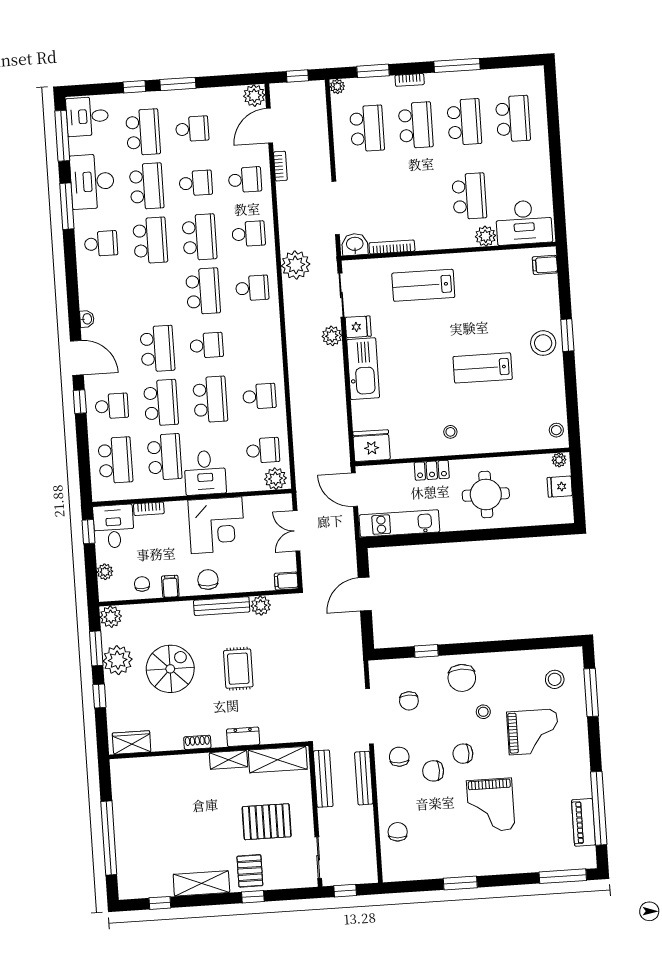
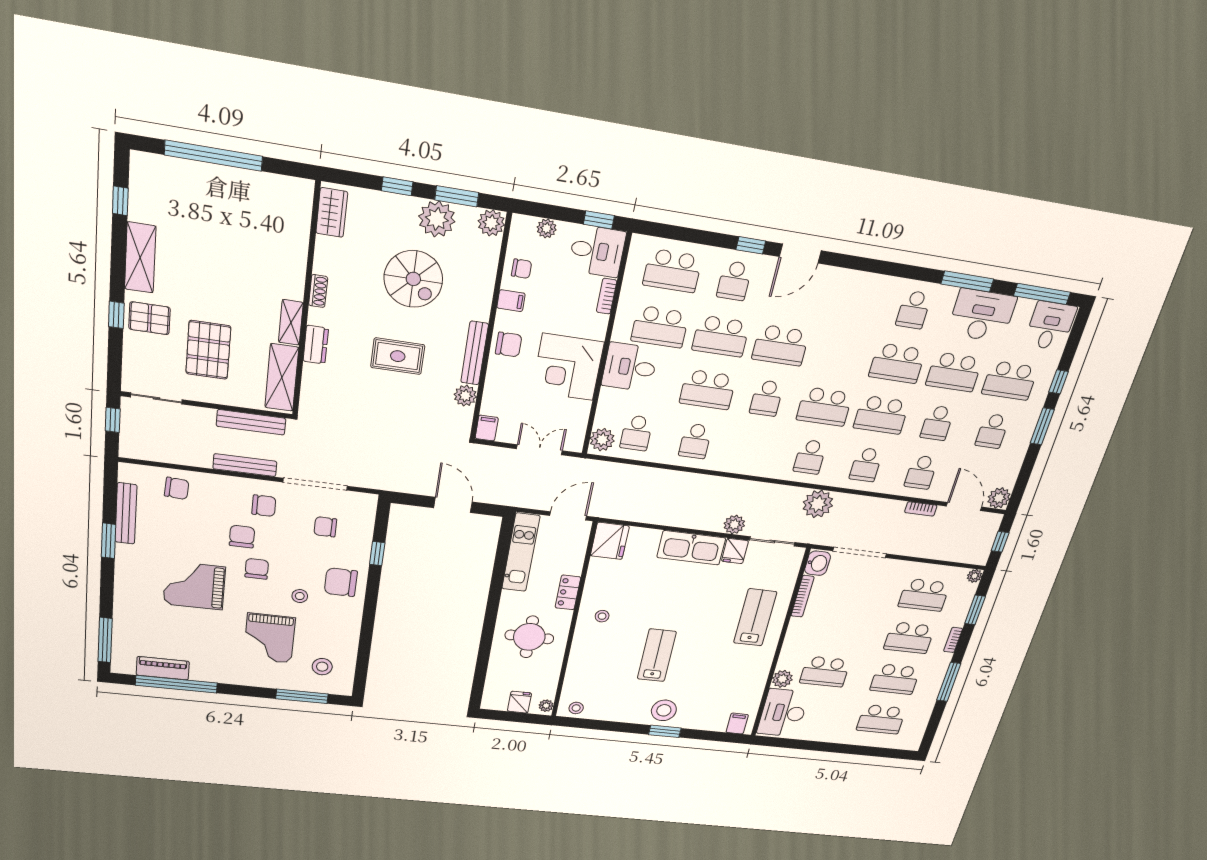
washbasin: (87, 319) -> (839, 275), removed
bench: (431, 871) -> (126, 513), added

